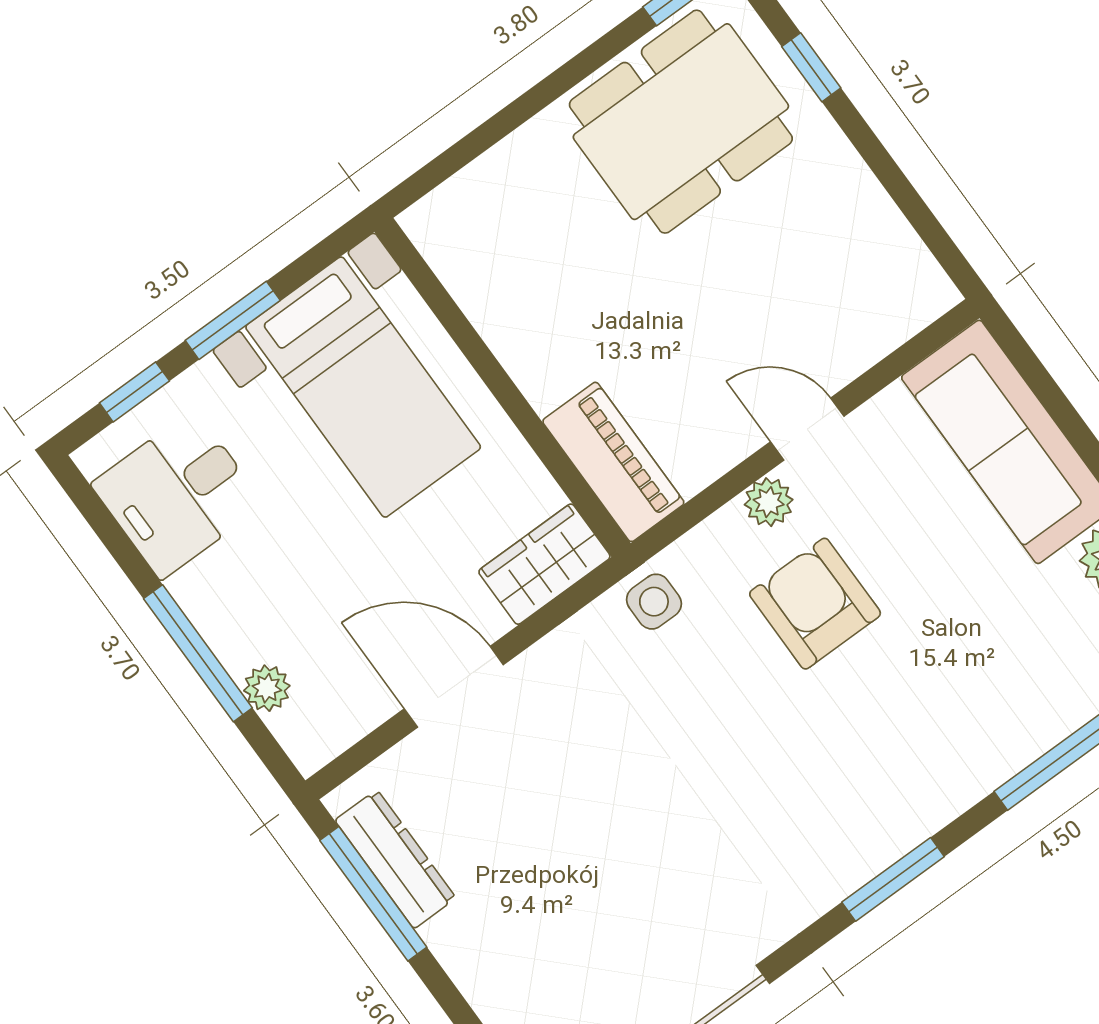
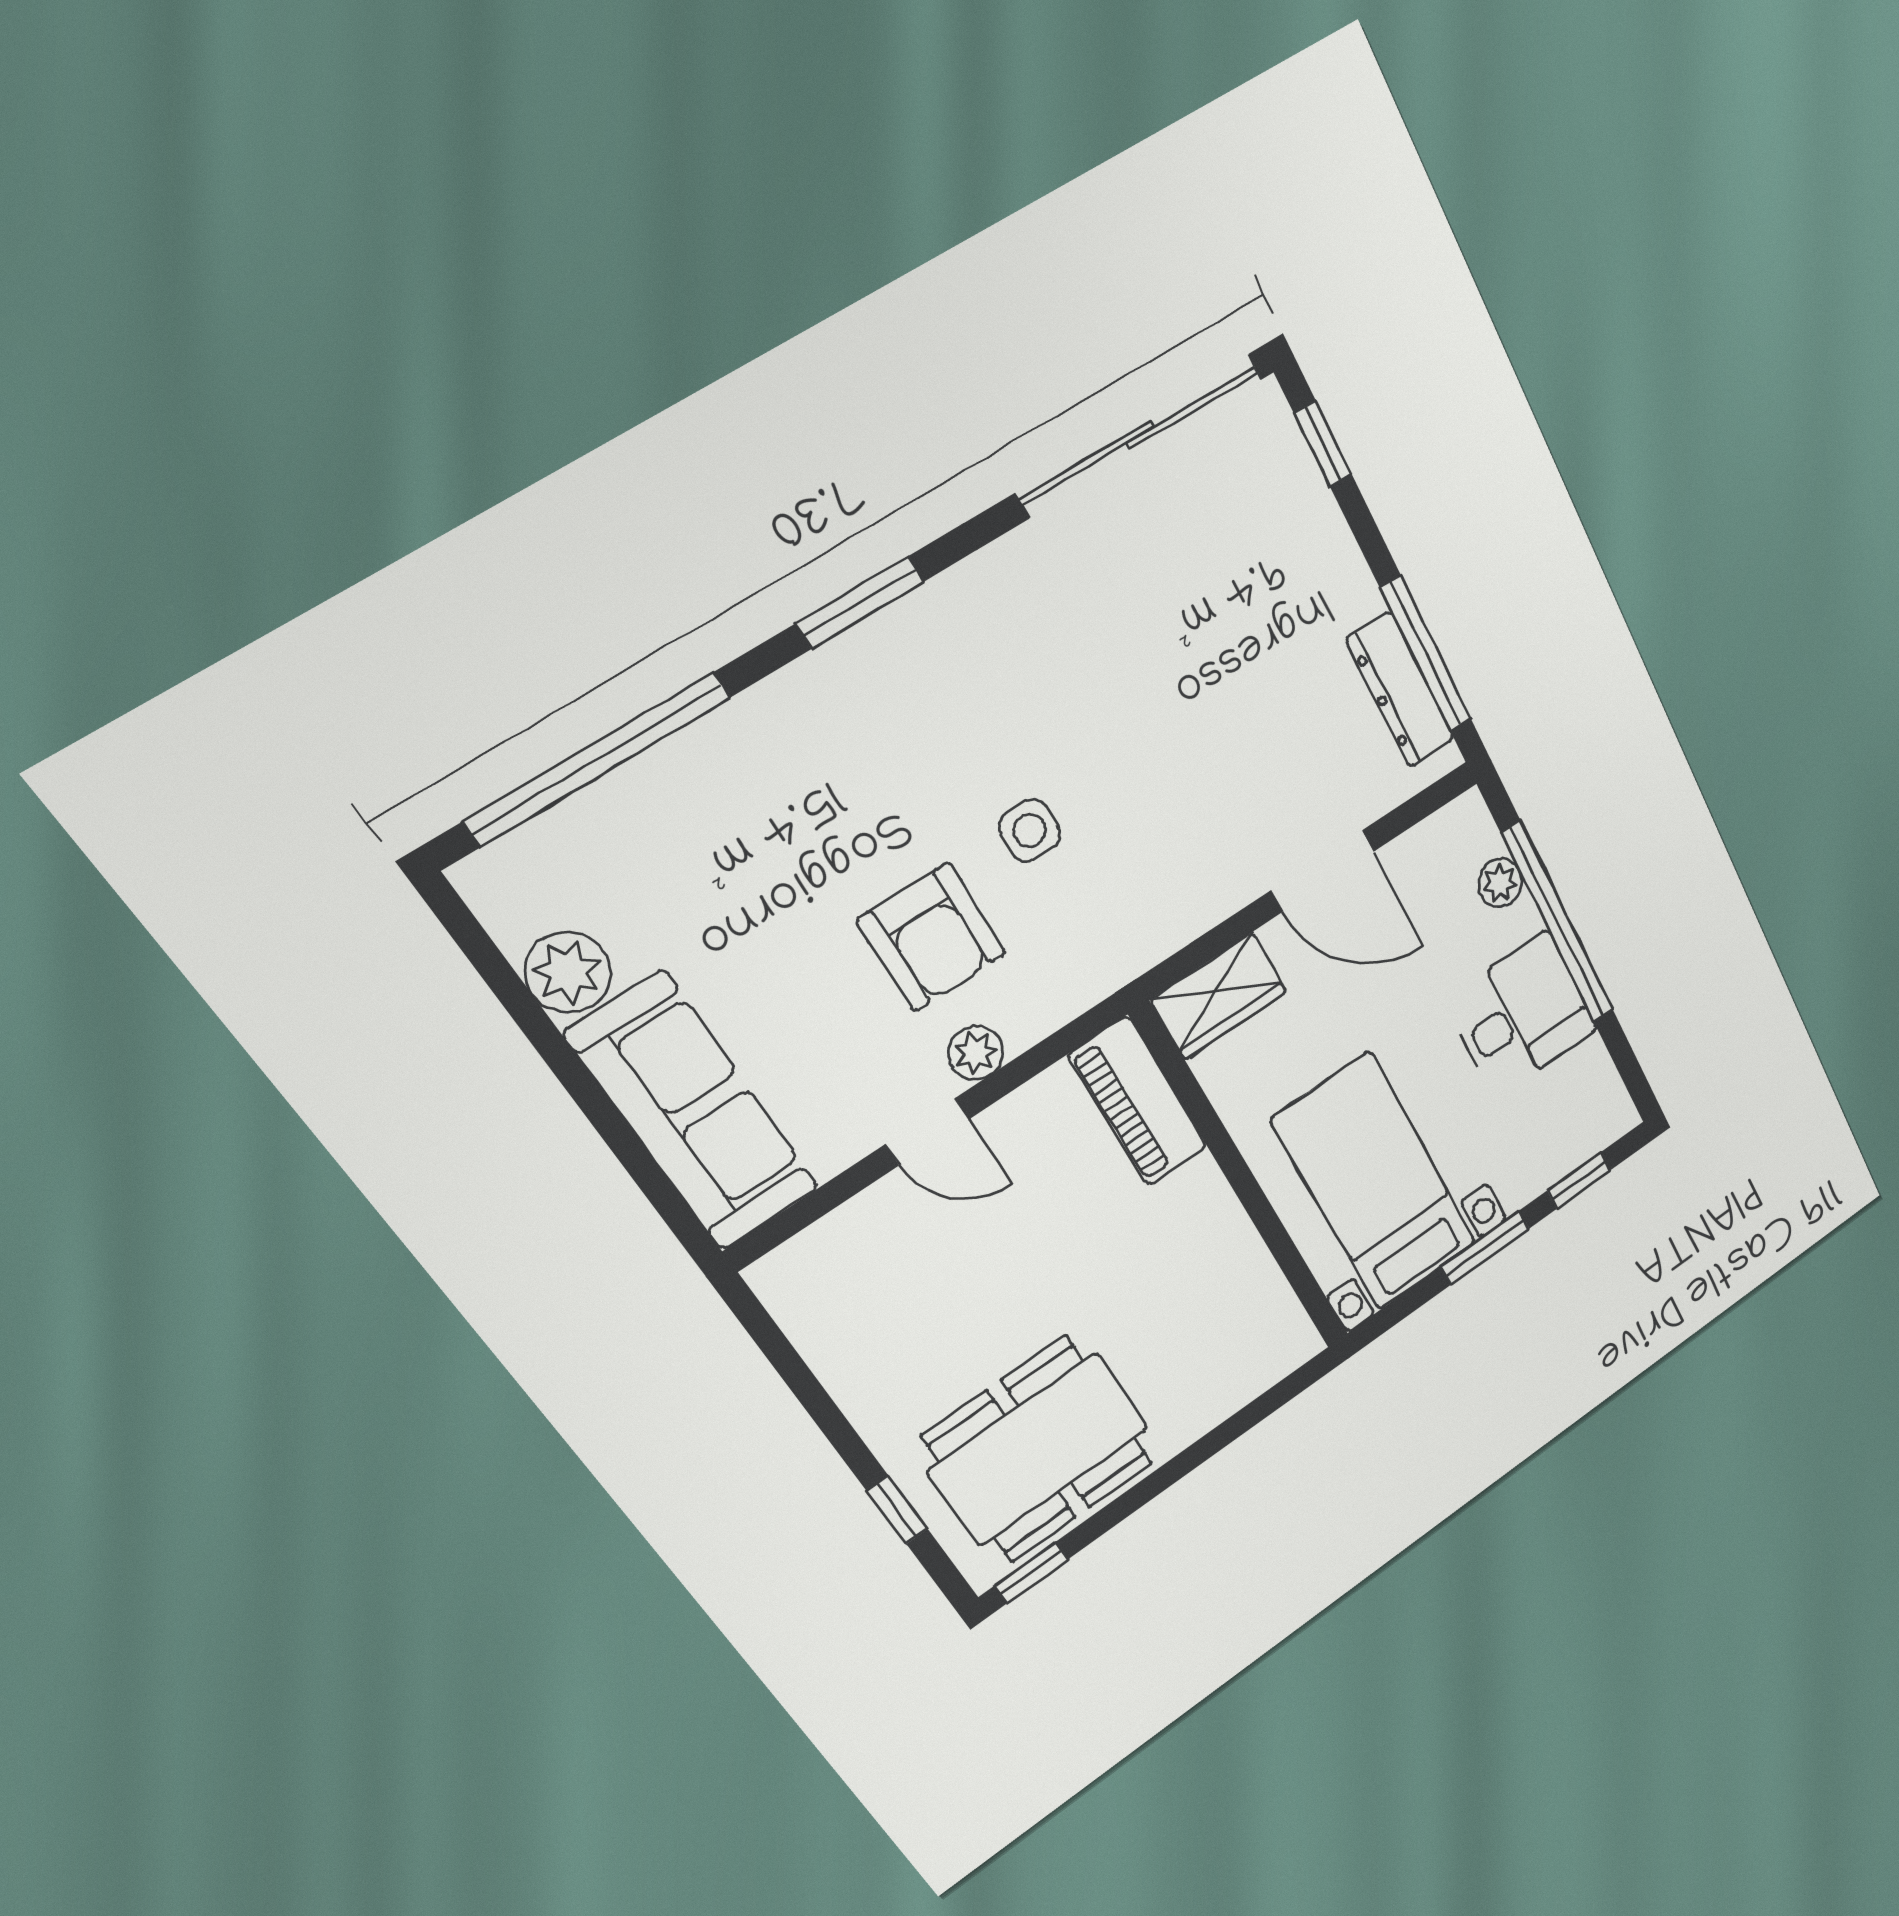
desk: (178, 494) -> (1521, 1015), moved
side table: (654, 602) -> (1030, 830), moved
window: (198, 653) -> (1558, 923), width x1.46

